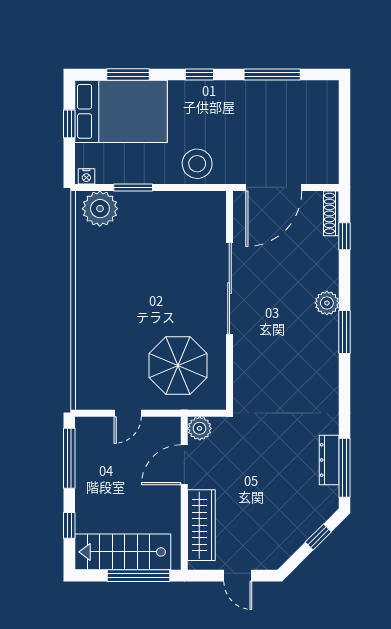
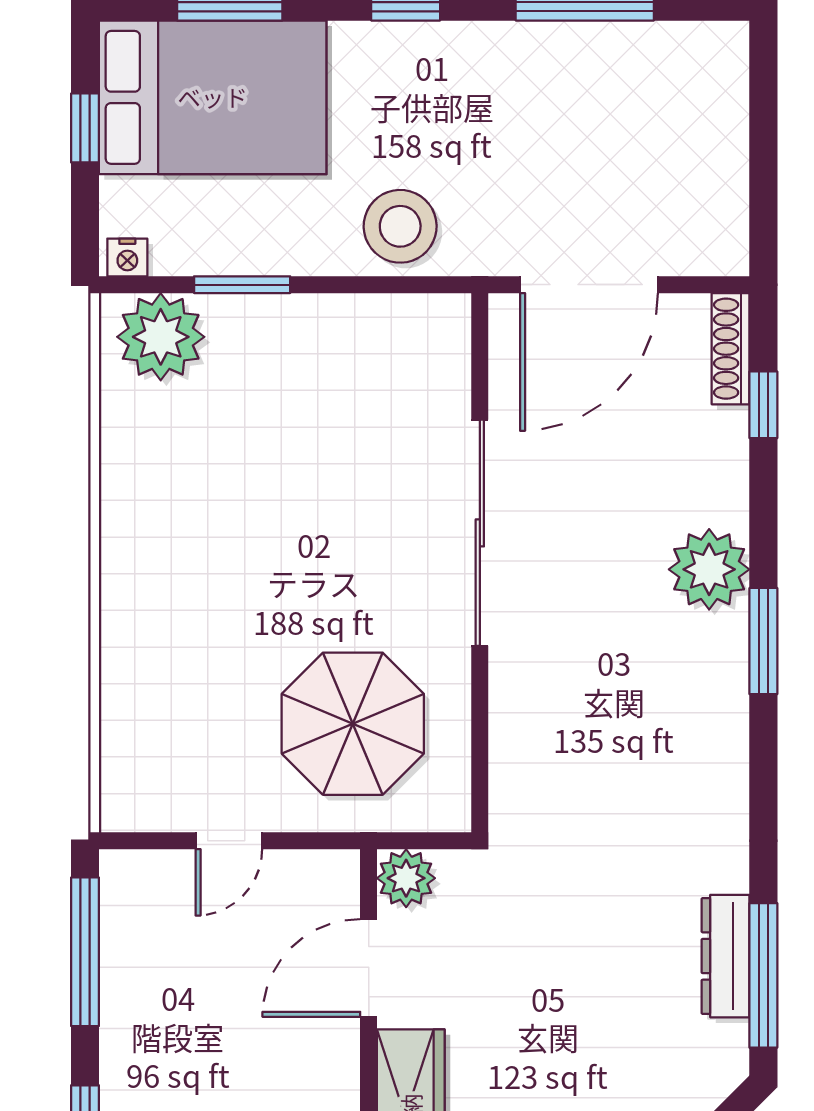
plant: (327, 303) -> (709, 569), width x1.36, depth x1.36

